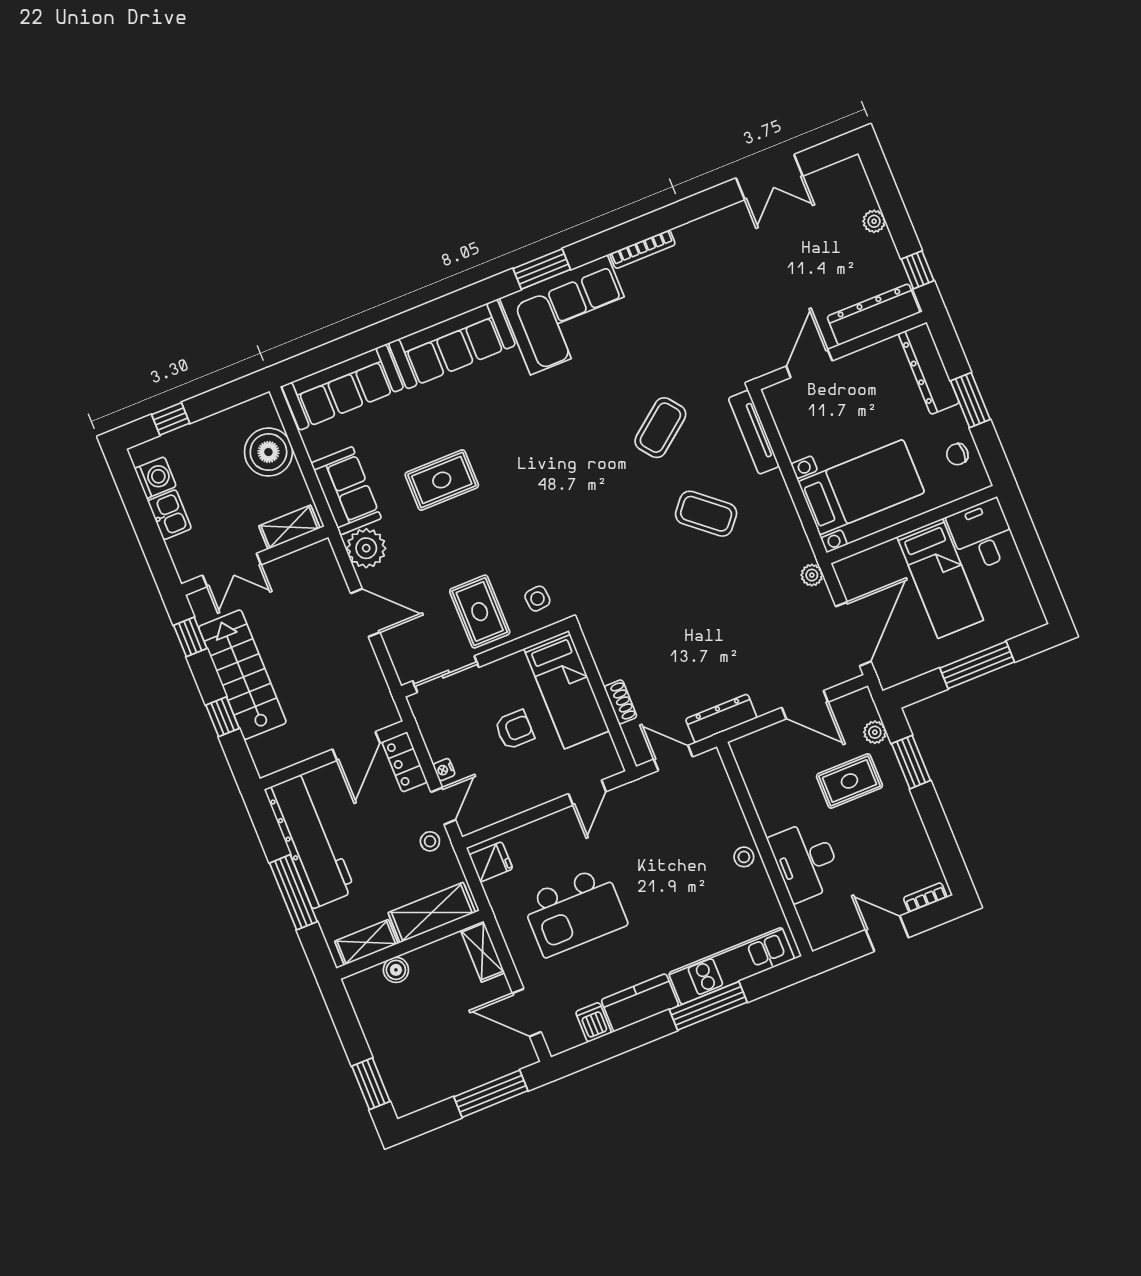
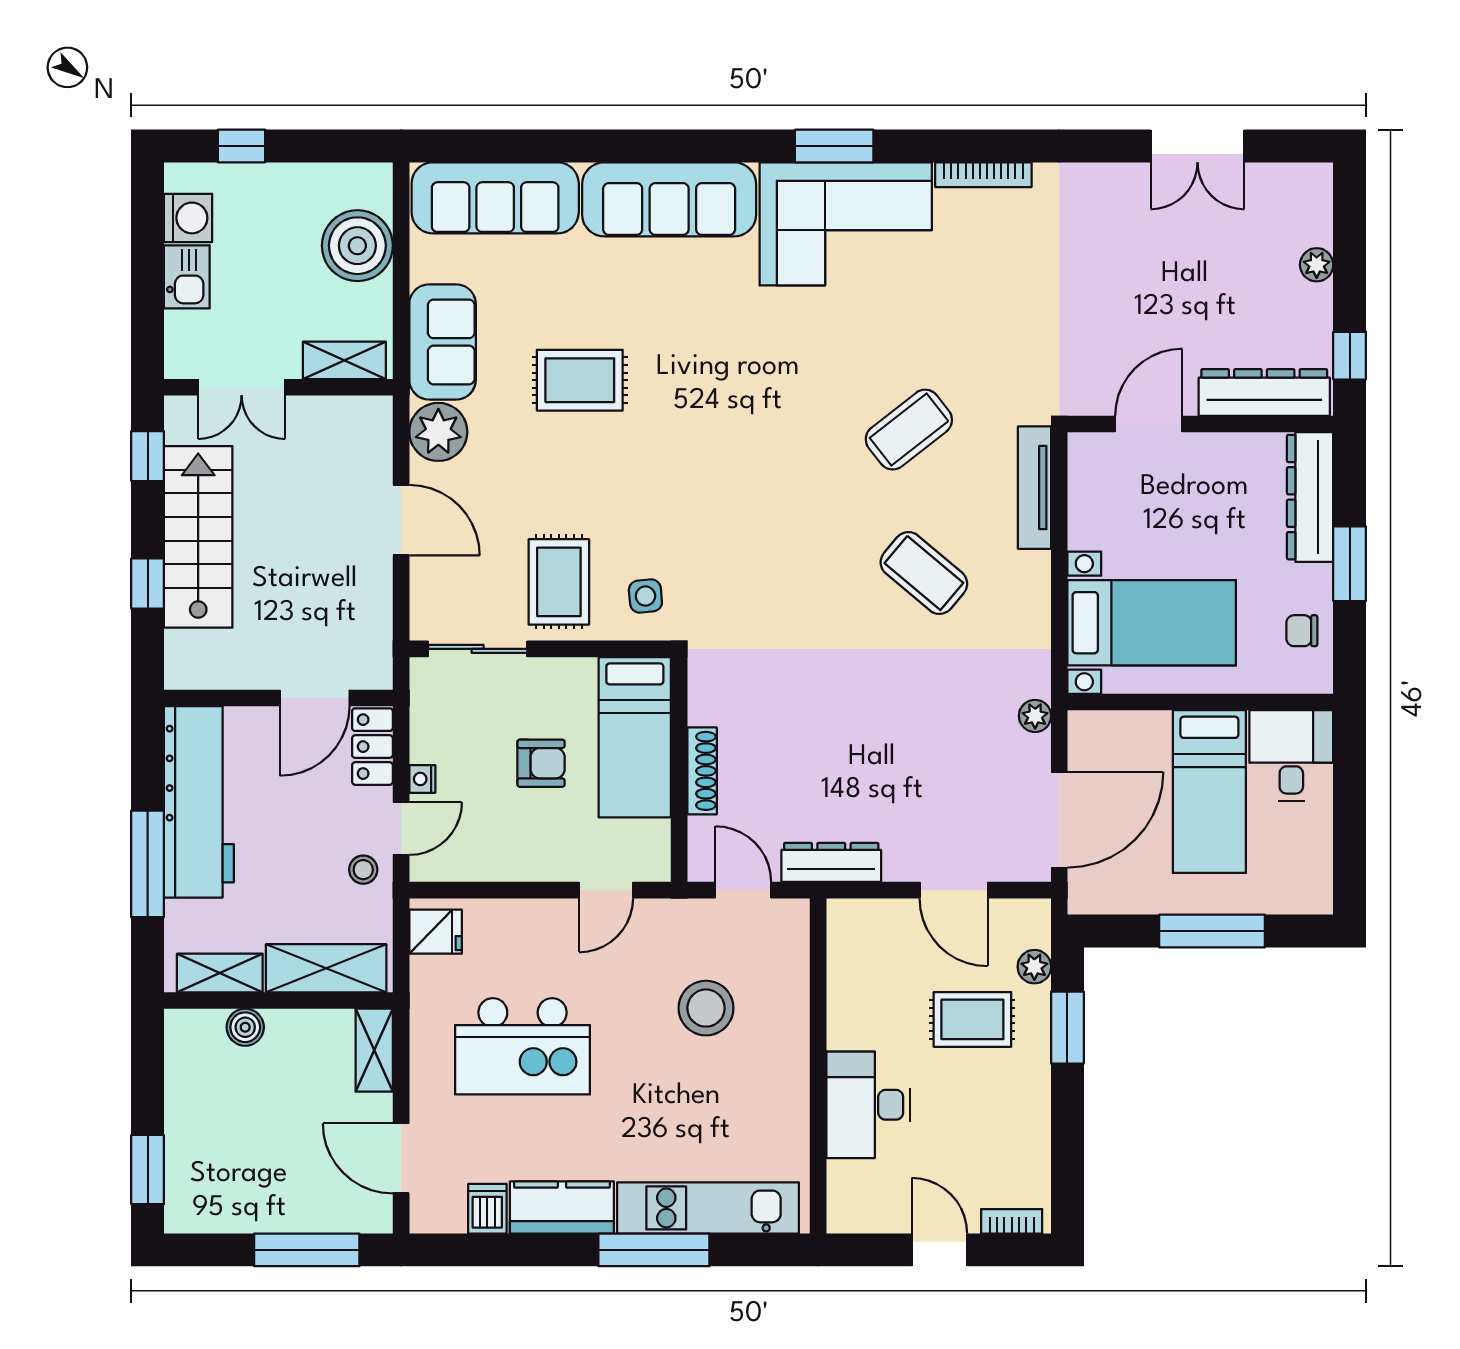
shoe rack: (620, 702) -> (702, 771), width x1.43
stool: (744, 857) -> (706, 1008), moved, width x1.89, depth x1.89

